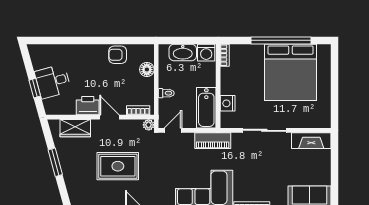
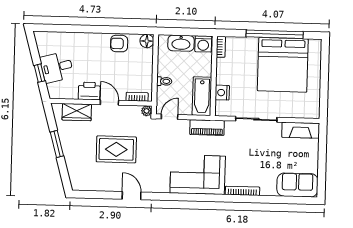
floor lamp: (147, 70) -> (147, 41), moved

